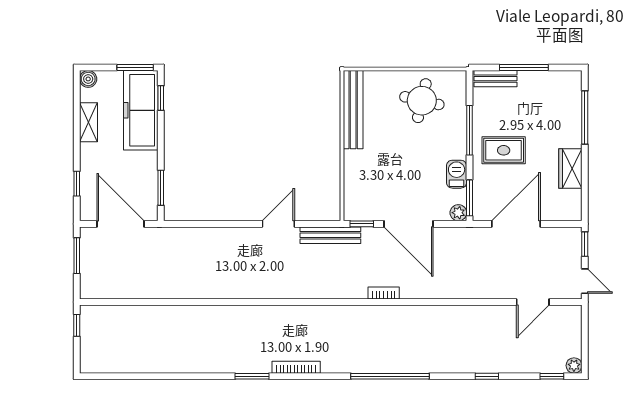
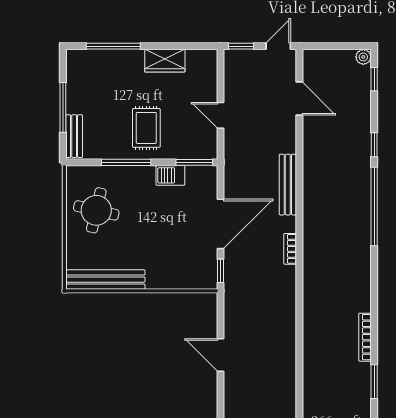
plant: (458, 213) -> (209, 174), removed
door: (516, 224) -> (221, 115), width x0.53
bench: (330, 235) -> (288, 185), moved
window: (390, 376) -> (374, 207), moved

